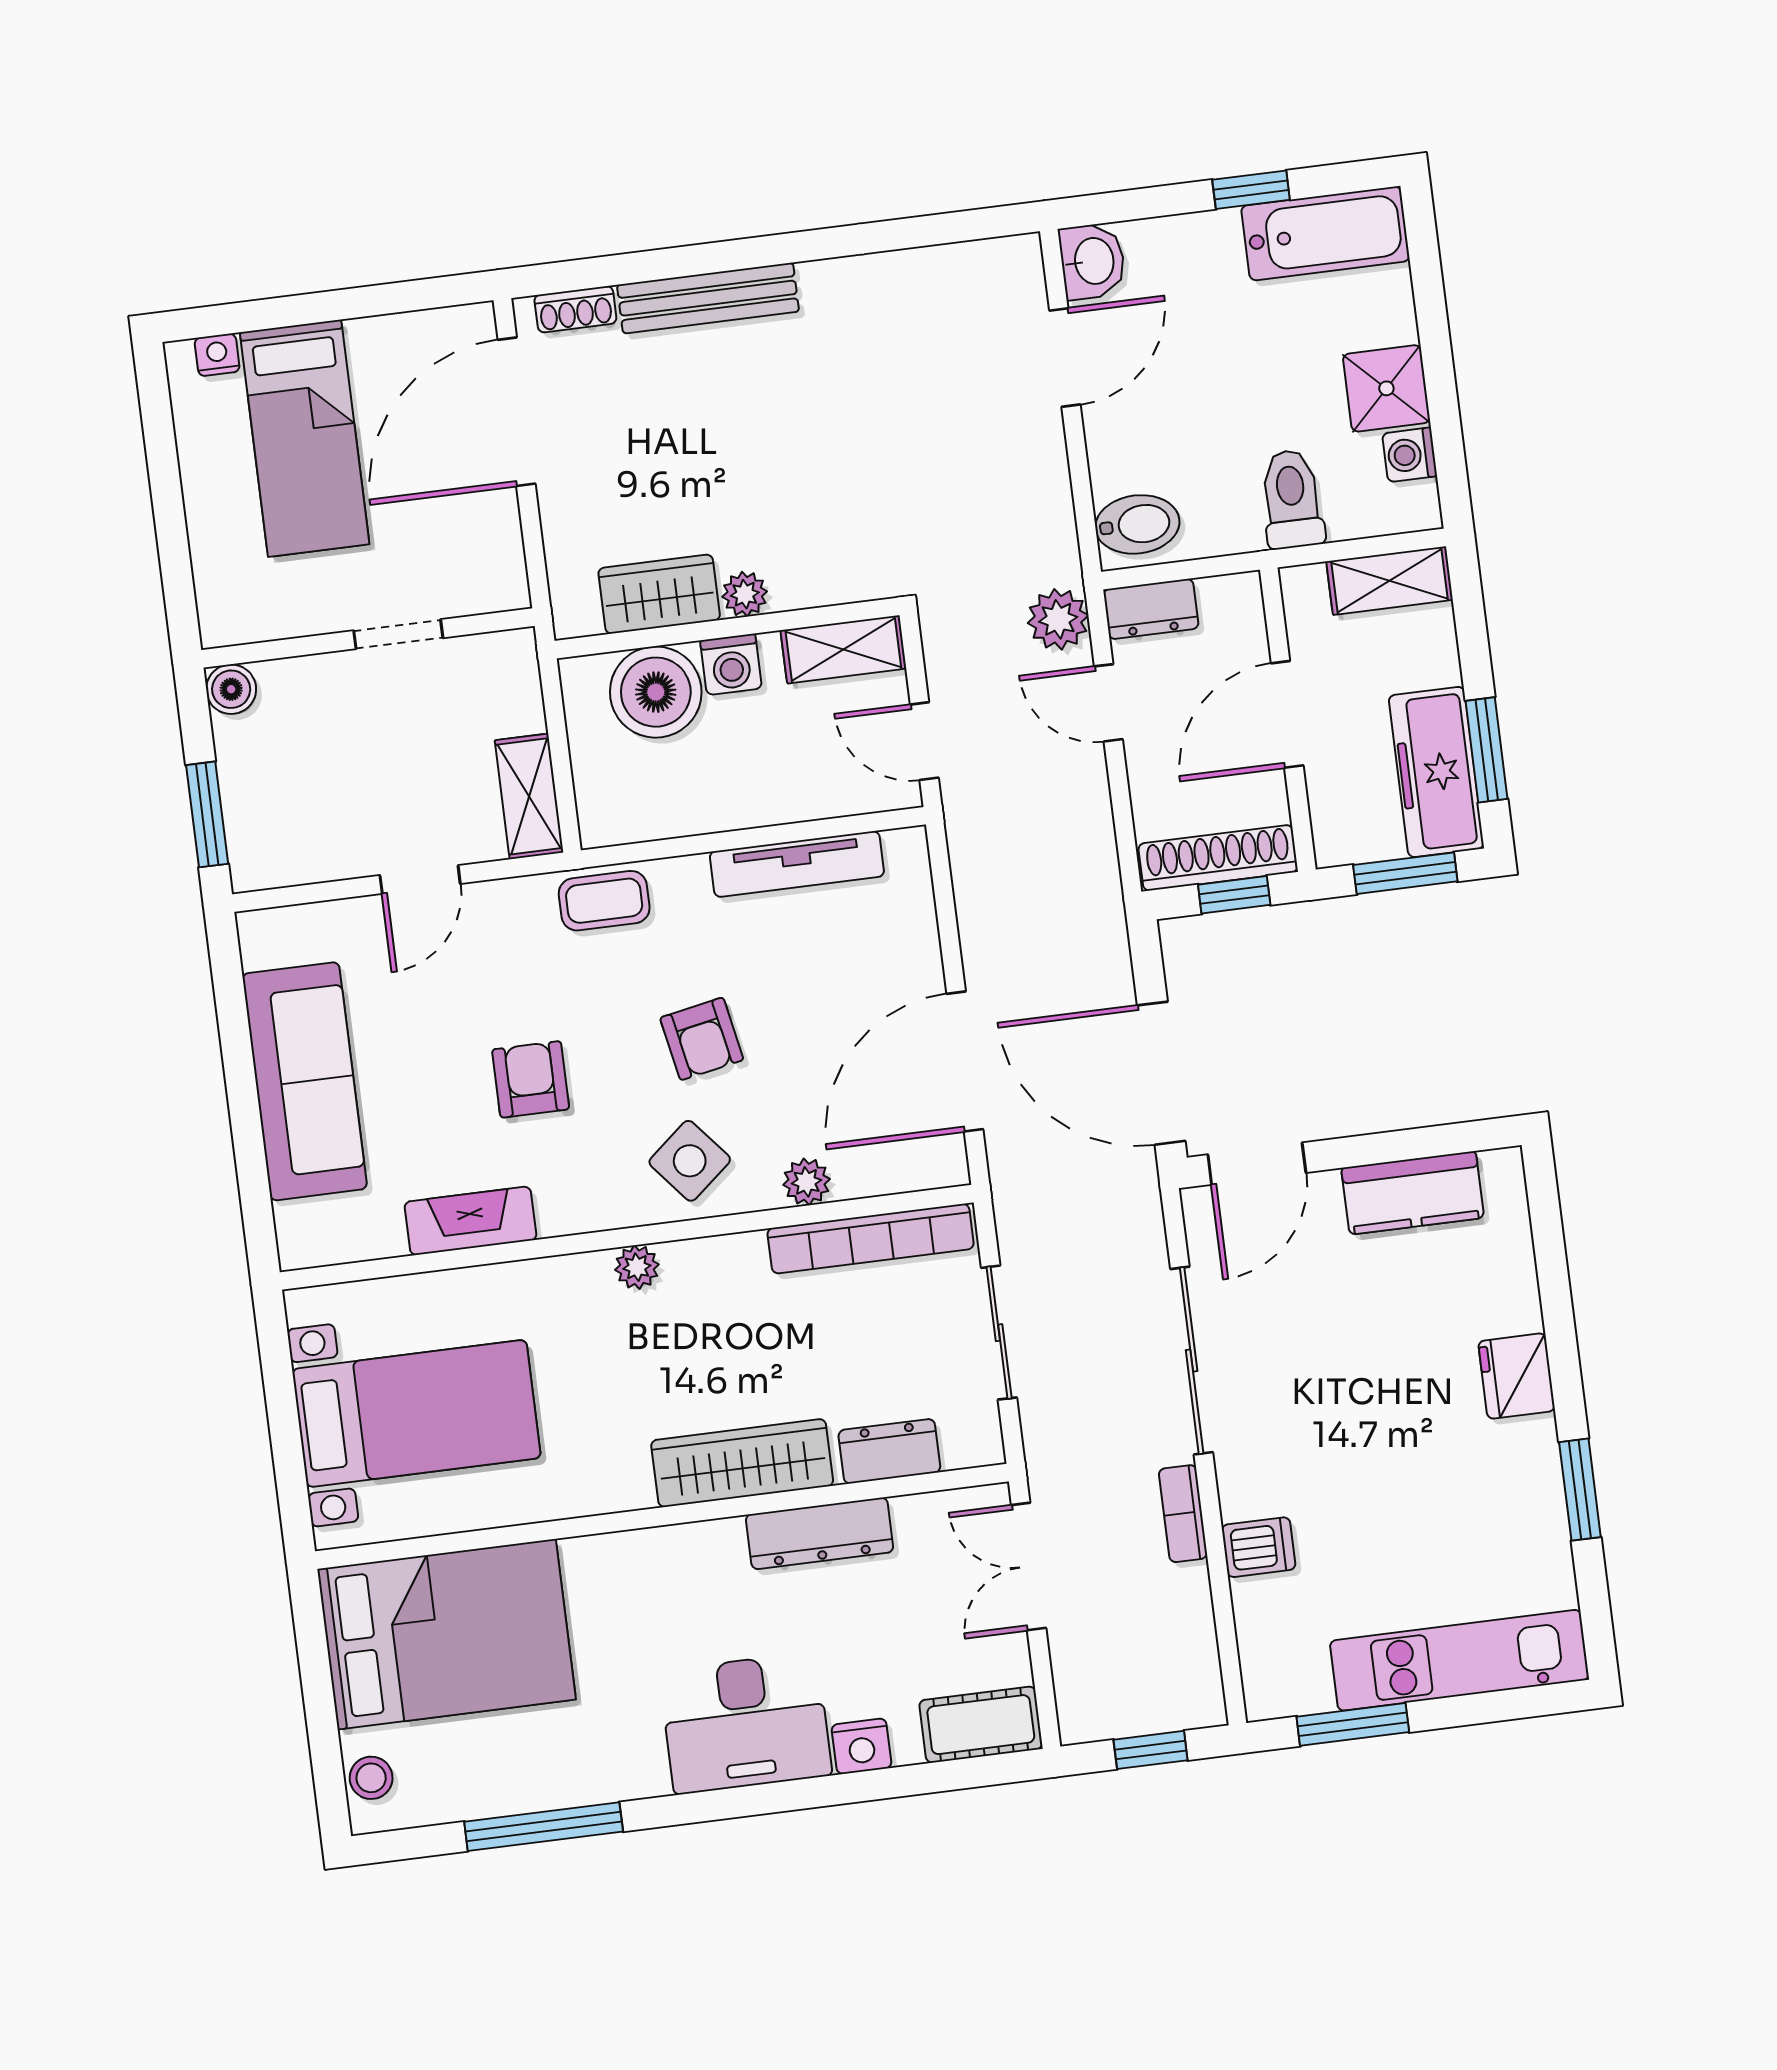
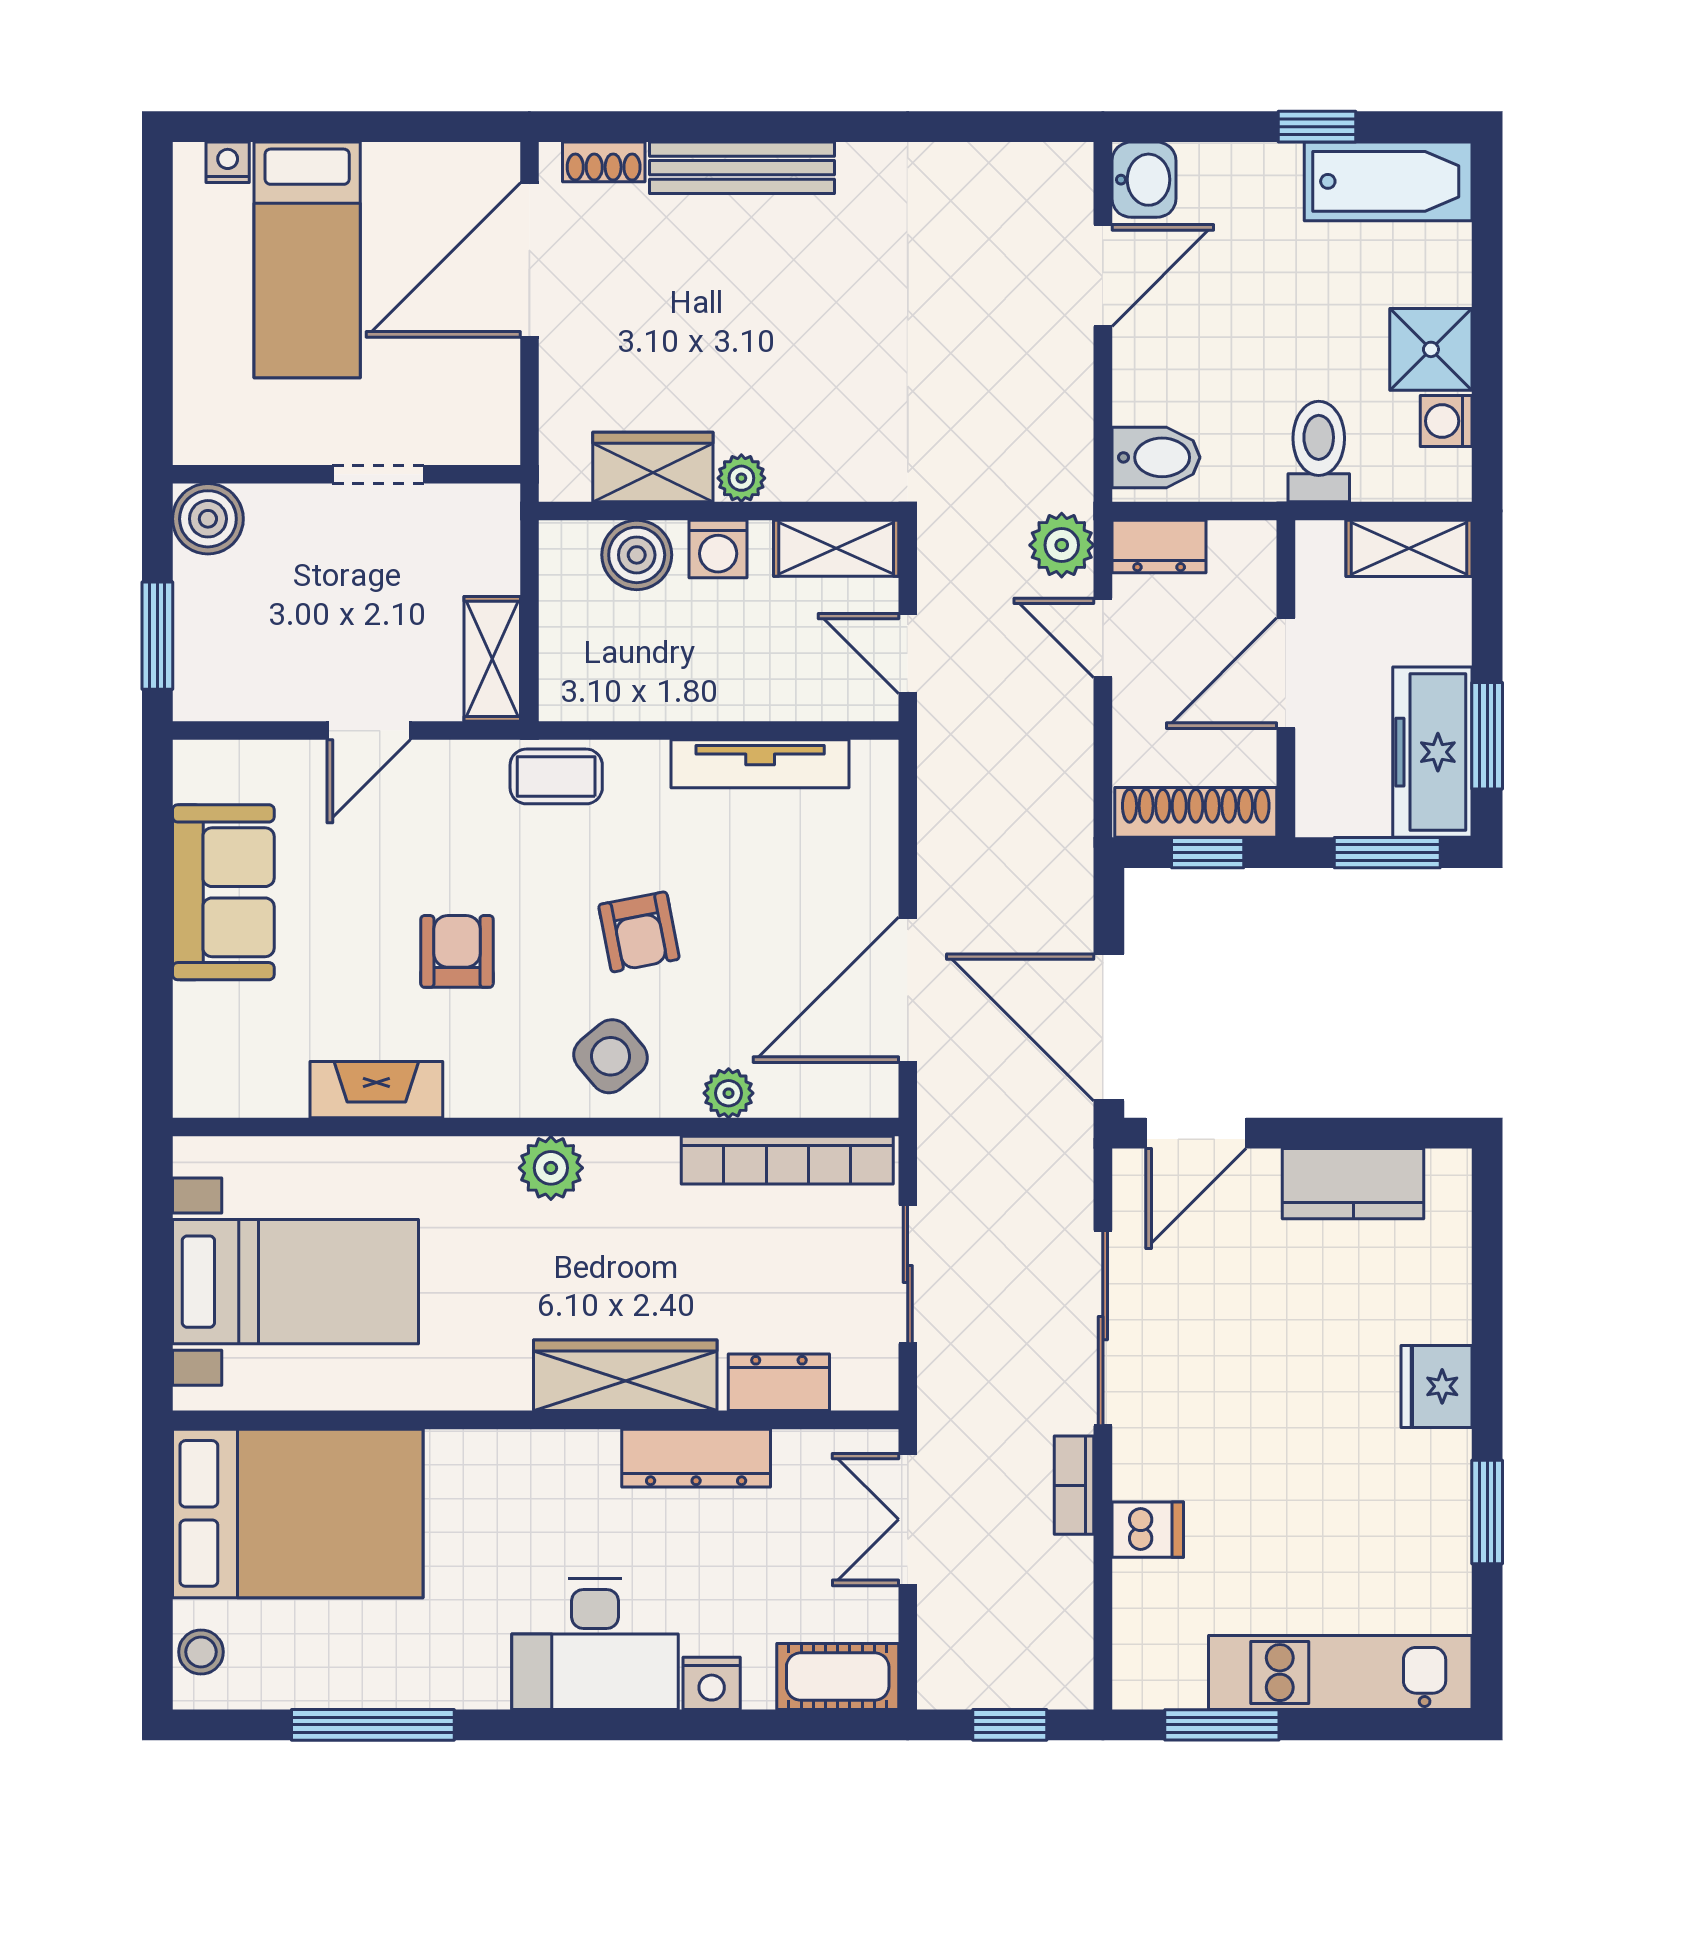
boiler: (231, 689) -> (208, 519), width x1.36, depth x1.36
boiler: (656, 692) -> (637, 555), width x0.73, depth x0.73
sofa: (305, 1081) -> (223, 892), width x0.73
plant: (637, 1267) -> (551, 1168), width x1.38, depth x1.38

